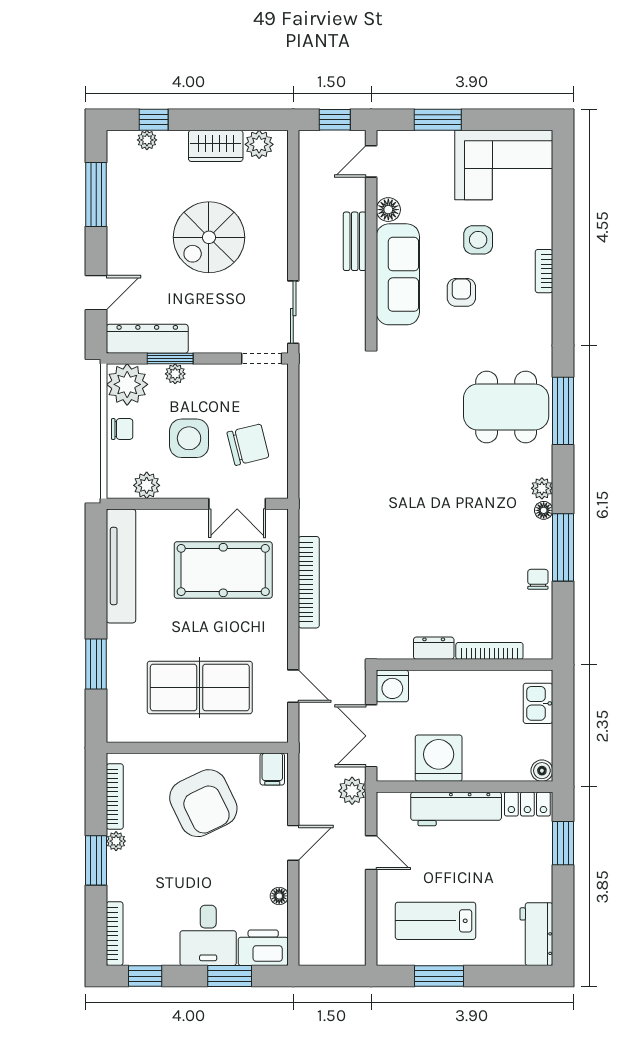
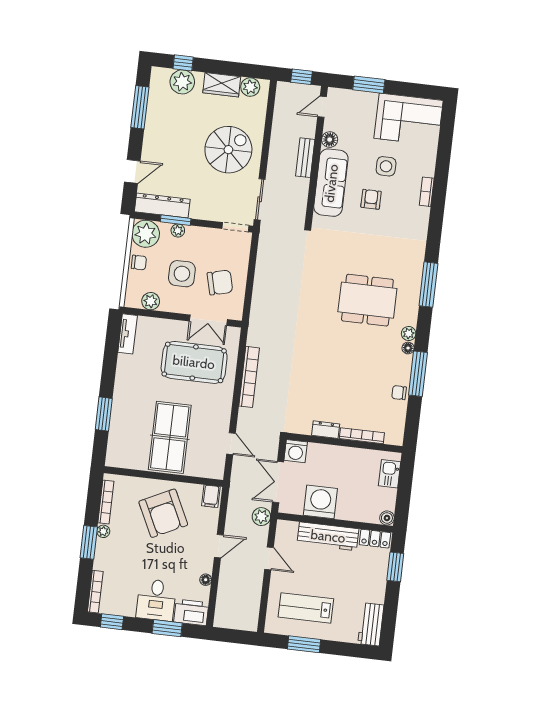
plant: (147, 140) -> (182, 82), width x1.88, depth x1.88
spiral stairs: (209, 237) -> (228, 150), moved, turned 180
dining table: (506, 407) -> (367, 300), moved
tv unit: (121, 566) -> (128, 334), width x0.52, depth x0.78
chair: (538, 579) -> (399, 393), turned -90
table tennis table: (200, 687) -> (170, 437), turned 90

